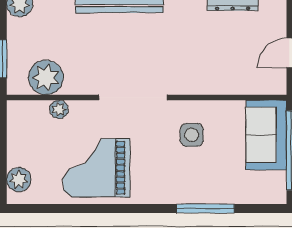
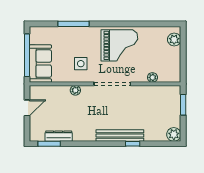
plant: (46, 78) -> (75, 90), moved, width x0.53, depth x0.53
grand piano: (96, 168) -> (119, 45), moved

